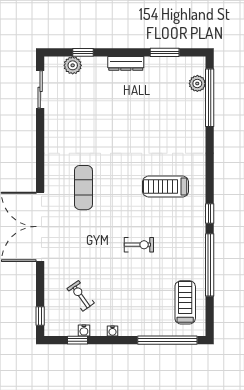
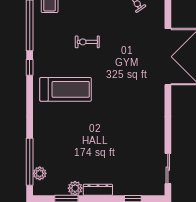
plant: (73, 65) -> (75, 188), moved
treadmill: (166, 187) -> (66, 89), width x1.37, depth x1.38
exercise mat: (83, 188) -> (132, 89), removed

